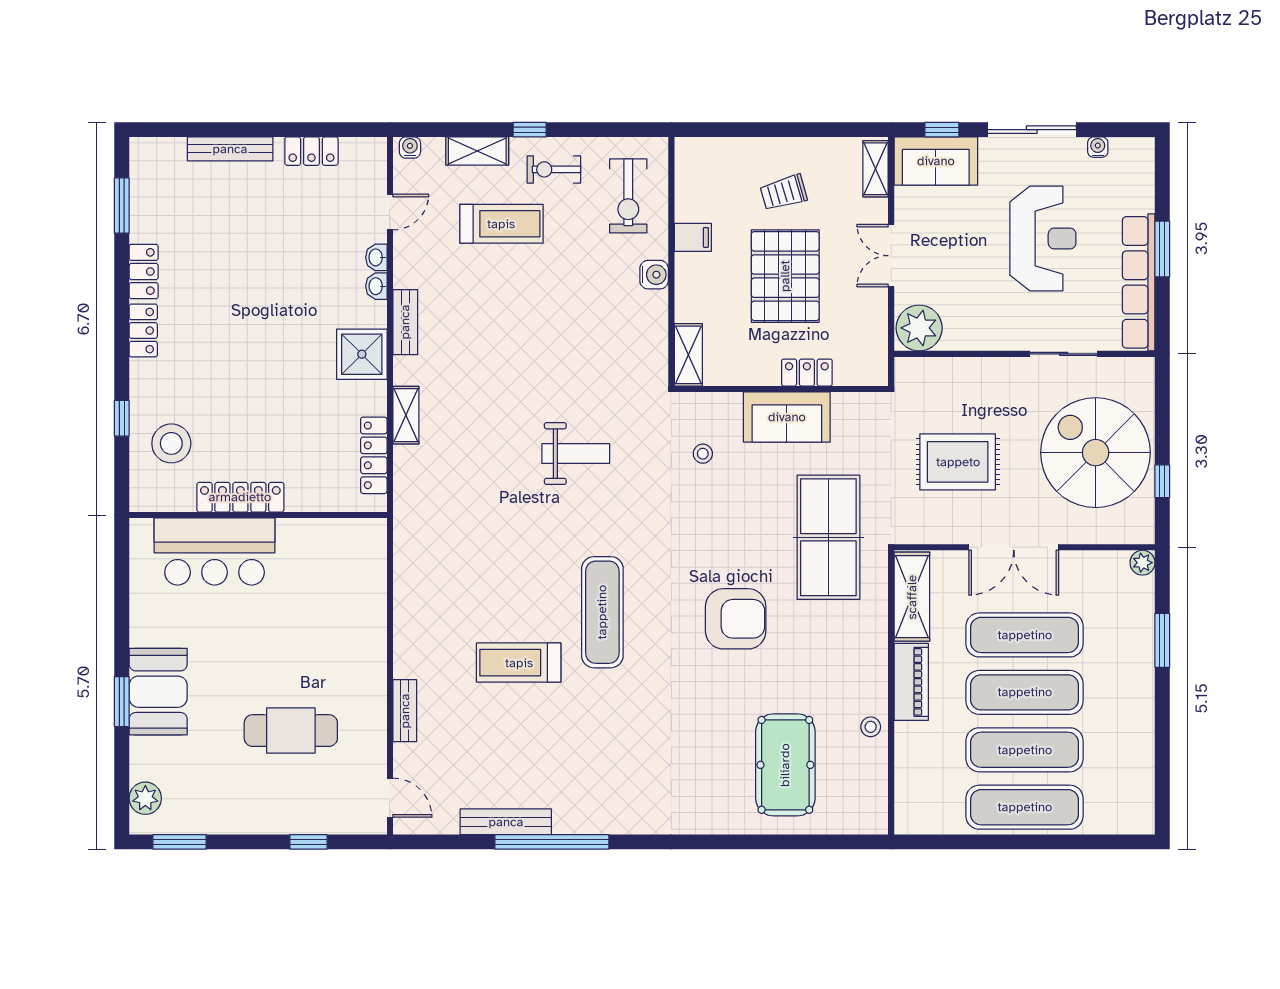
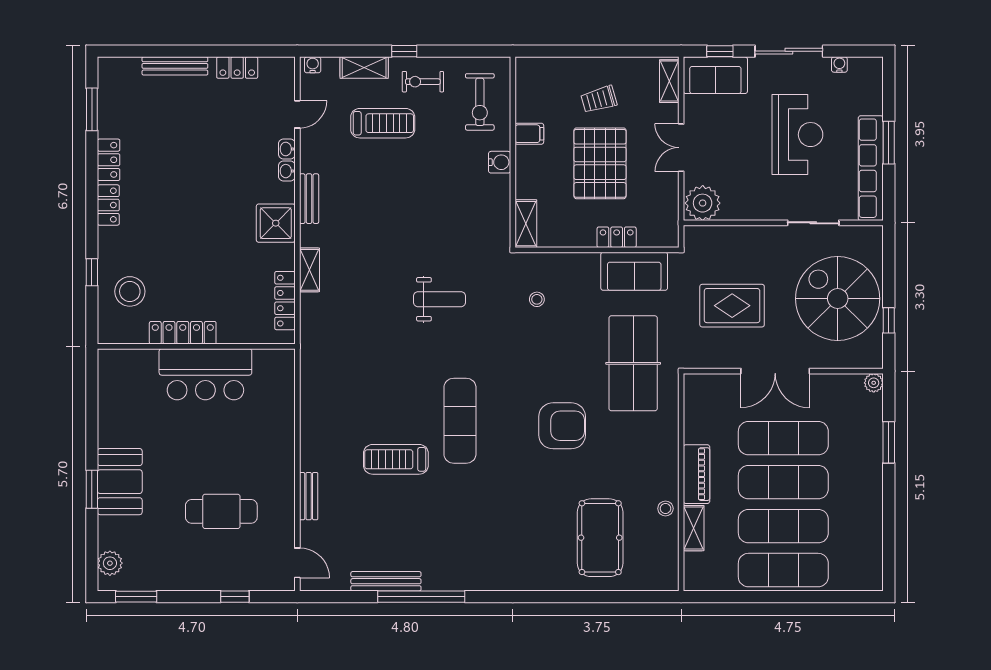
sofa: (787, 417) -> (634, 271), moved
bar counter: (215, 551) -> (205, 374), moved
shelving: (912, 597) -> (694, 528), moved, width x0.67, depth x0.75

